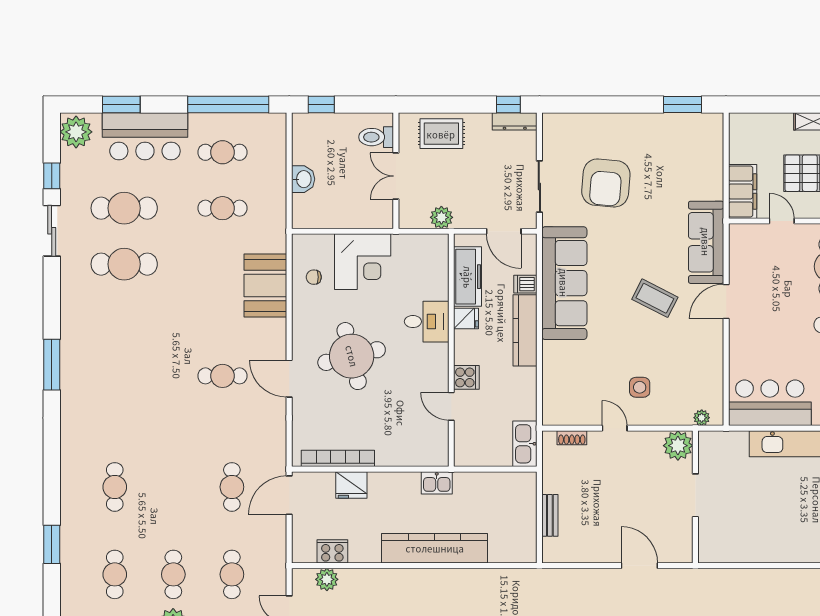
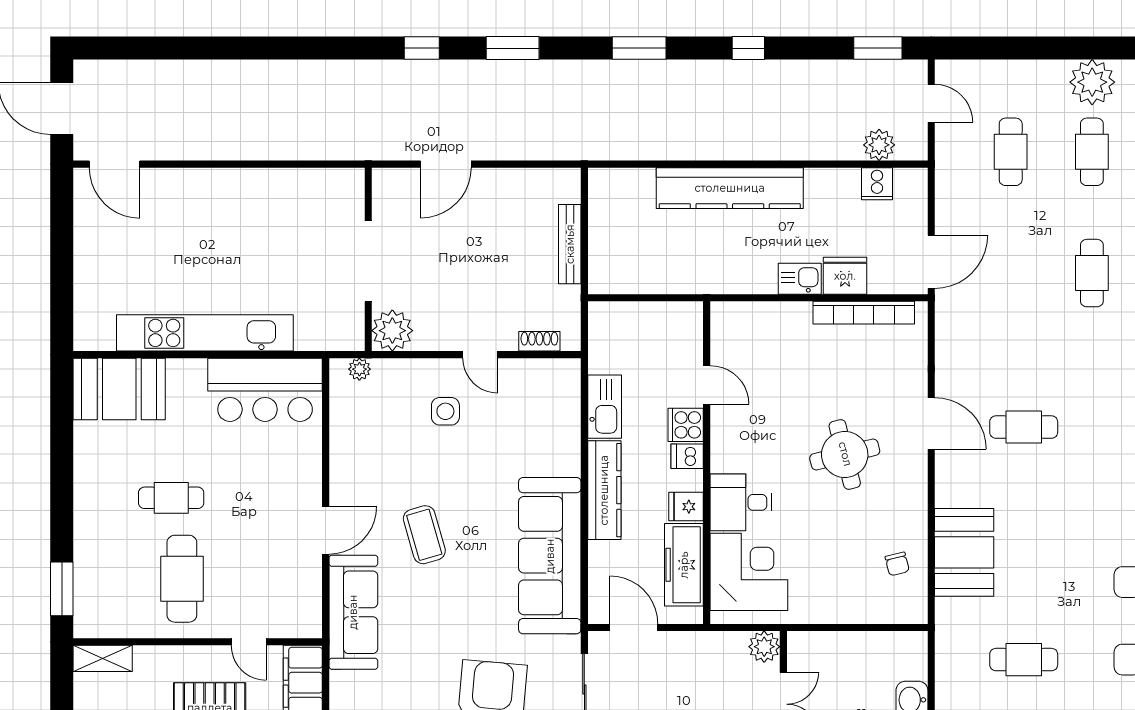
plant: (441, 217) -> (764, 647), moved
corner desk: (363, 262) -> (749, 572), moved, turned 90
chair: (314, 277) -> (897, 564), turned 76
dishwasher: (525, 284) -> (687, 456), moved, turned 180
coffee table: (655, 298) -> (424, 535), turned 47
round table: (352, 356) -> (845, 454), width x0.73, depth x0.73
kitchen sink: (525, 444) -> (605, 407), moved
kitchen sink: (437, 483) -> (800, 279), moved
cafe table: (232, 487) -> (1092, 273), moved
doorway: (695, 495) -> (368, 261), width x1.36
bench: (550, 515) -> (570, 244), width x1.36
cooker: (332, 551) -> (877, 184), width x0.73
door: (639, 566) -> (446, 164), hinge flipped

